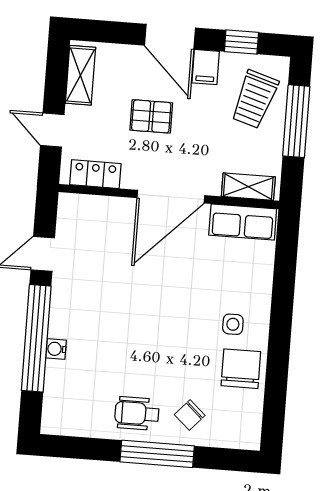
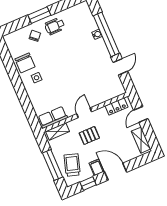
pallet: (151, 116) -> (89, 135), moved
door: (52, 130) -> (141, 114), swing flipped
door: (171, 197) -> (84, 113), width x0.53
wheelchair: (137, 413) -> (55, 26), turned 180
window: (157, 454) -> (39, 15), width x0.69

